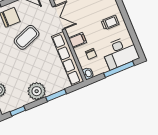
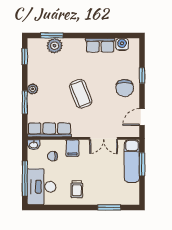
coffee table: (27, 37) -> (81, 94), moved
row of seats: (68, 59) -> (49, 130), width x0.73
plant: (37, 91) -> (33, 89), width x0.53, depth x0.53

